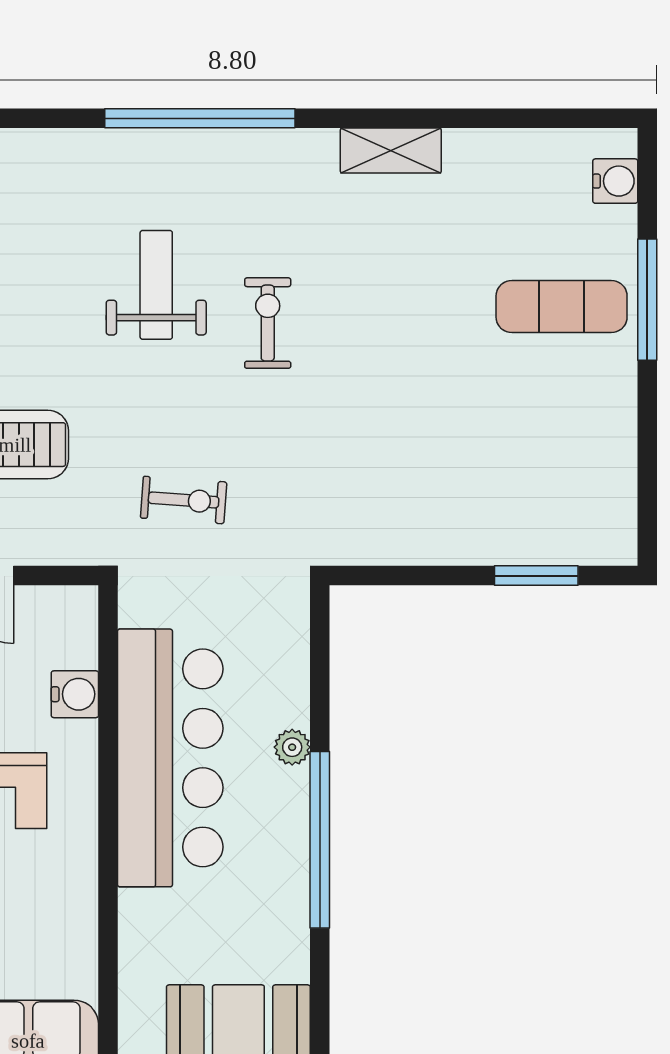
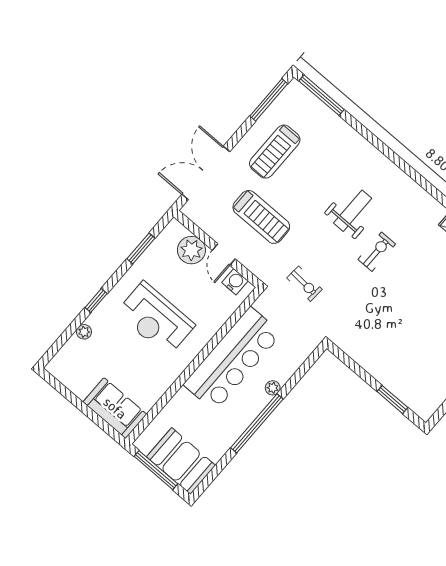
window: (200, 118) -> (410, 171), removed
water cooler: (75, 694) -> (235, 282), moved, turned -90

